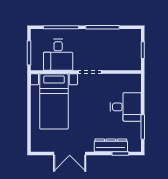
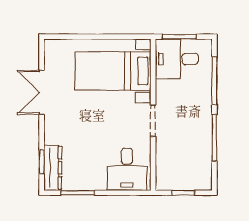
desk: (58, 55) -> (177, 59), moved
desk: (126, 107) -> (127, 169), moved
dresser: (111, 145) -> (53, 168), moved

